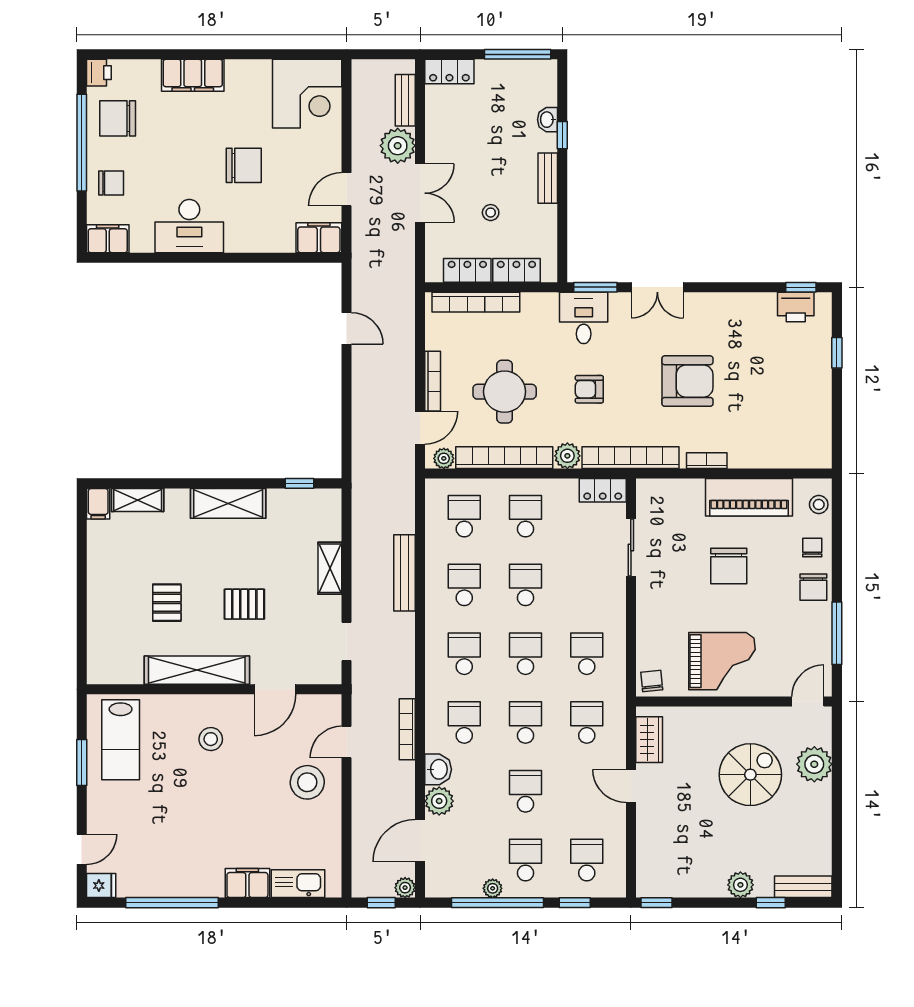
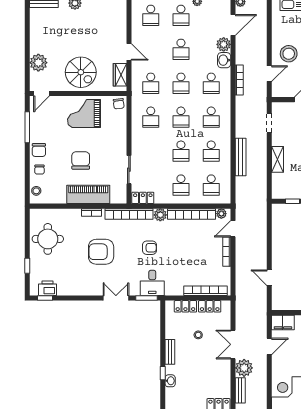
round table: (505, 392) -> (48, 239), moved
piano: (749, 497) -> (88, 194), moved
chair: (813, 587) -> (39, 150), turned 180
spiral stairs: (750, 775) -> (81, 72), moved, turned -90

